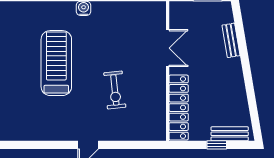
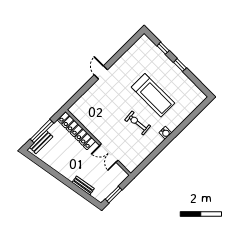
exercise bike: (115, 90) -> (138, 123), moved
window: (217, 145) -> (42, 131), width x2.17

